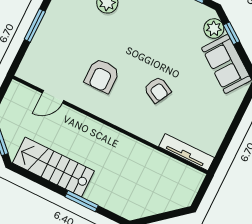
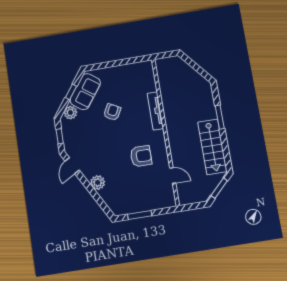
window: (231, 33) -> (71, 92), moved
armchair: (157, 90) -> (112, 112), moved
tv unit: (187, 152) -> (155, 111), moved

